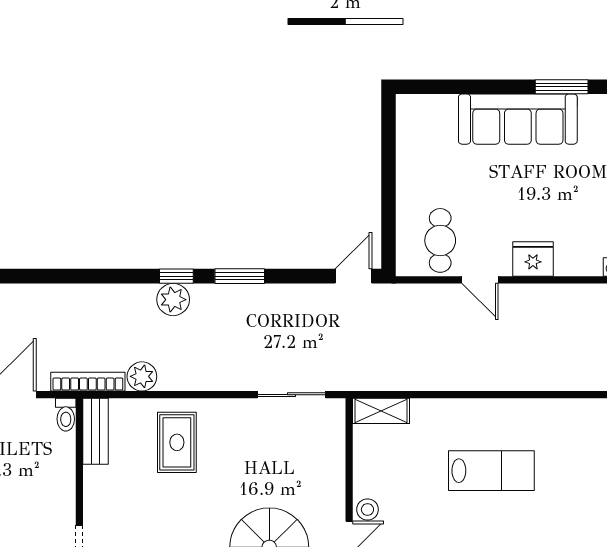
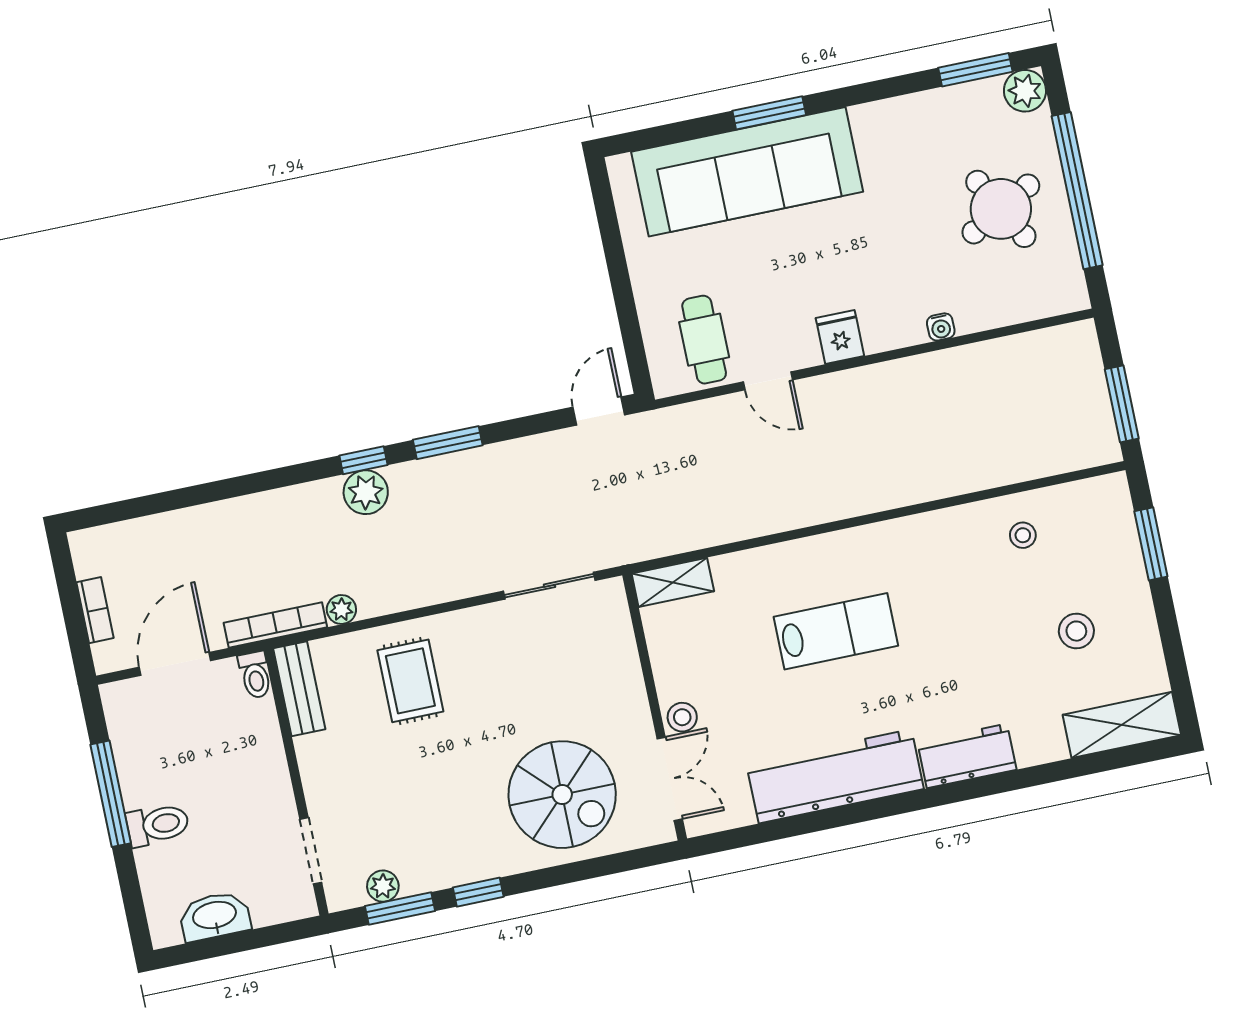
window: (562, 87) -> (769, 113), moved
sofa: (518, 119) -> (747, 172), width x1.36, depth x1.27
fridge: (533, 259) -> (840, 337), width x0.72
plant: (142, 376) -> (341, 609), width x0.73, depth x0.73

